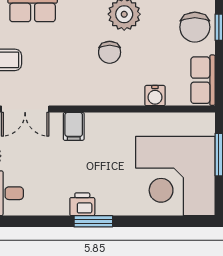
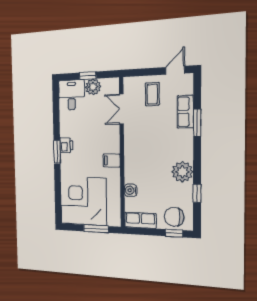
chair: (110, 52) -> (158, 162), removed
filing cabinet: (74, 126) -> (112, 161), moved

